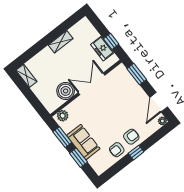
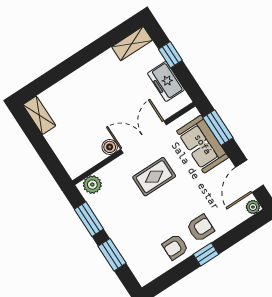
window: (111, 41) -> (170, 55), moved
shelving: (61, 42) -> (132, 44), moved
boiler: (66, 91) -> (110, 147), width x0.54, depth x0.54
rug: (100, 108) -> (154, 177), added
sofa: (83, 142) -> (203, 144), moved, turned 180

